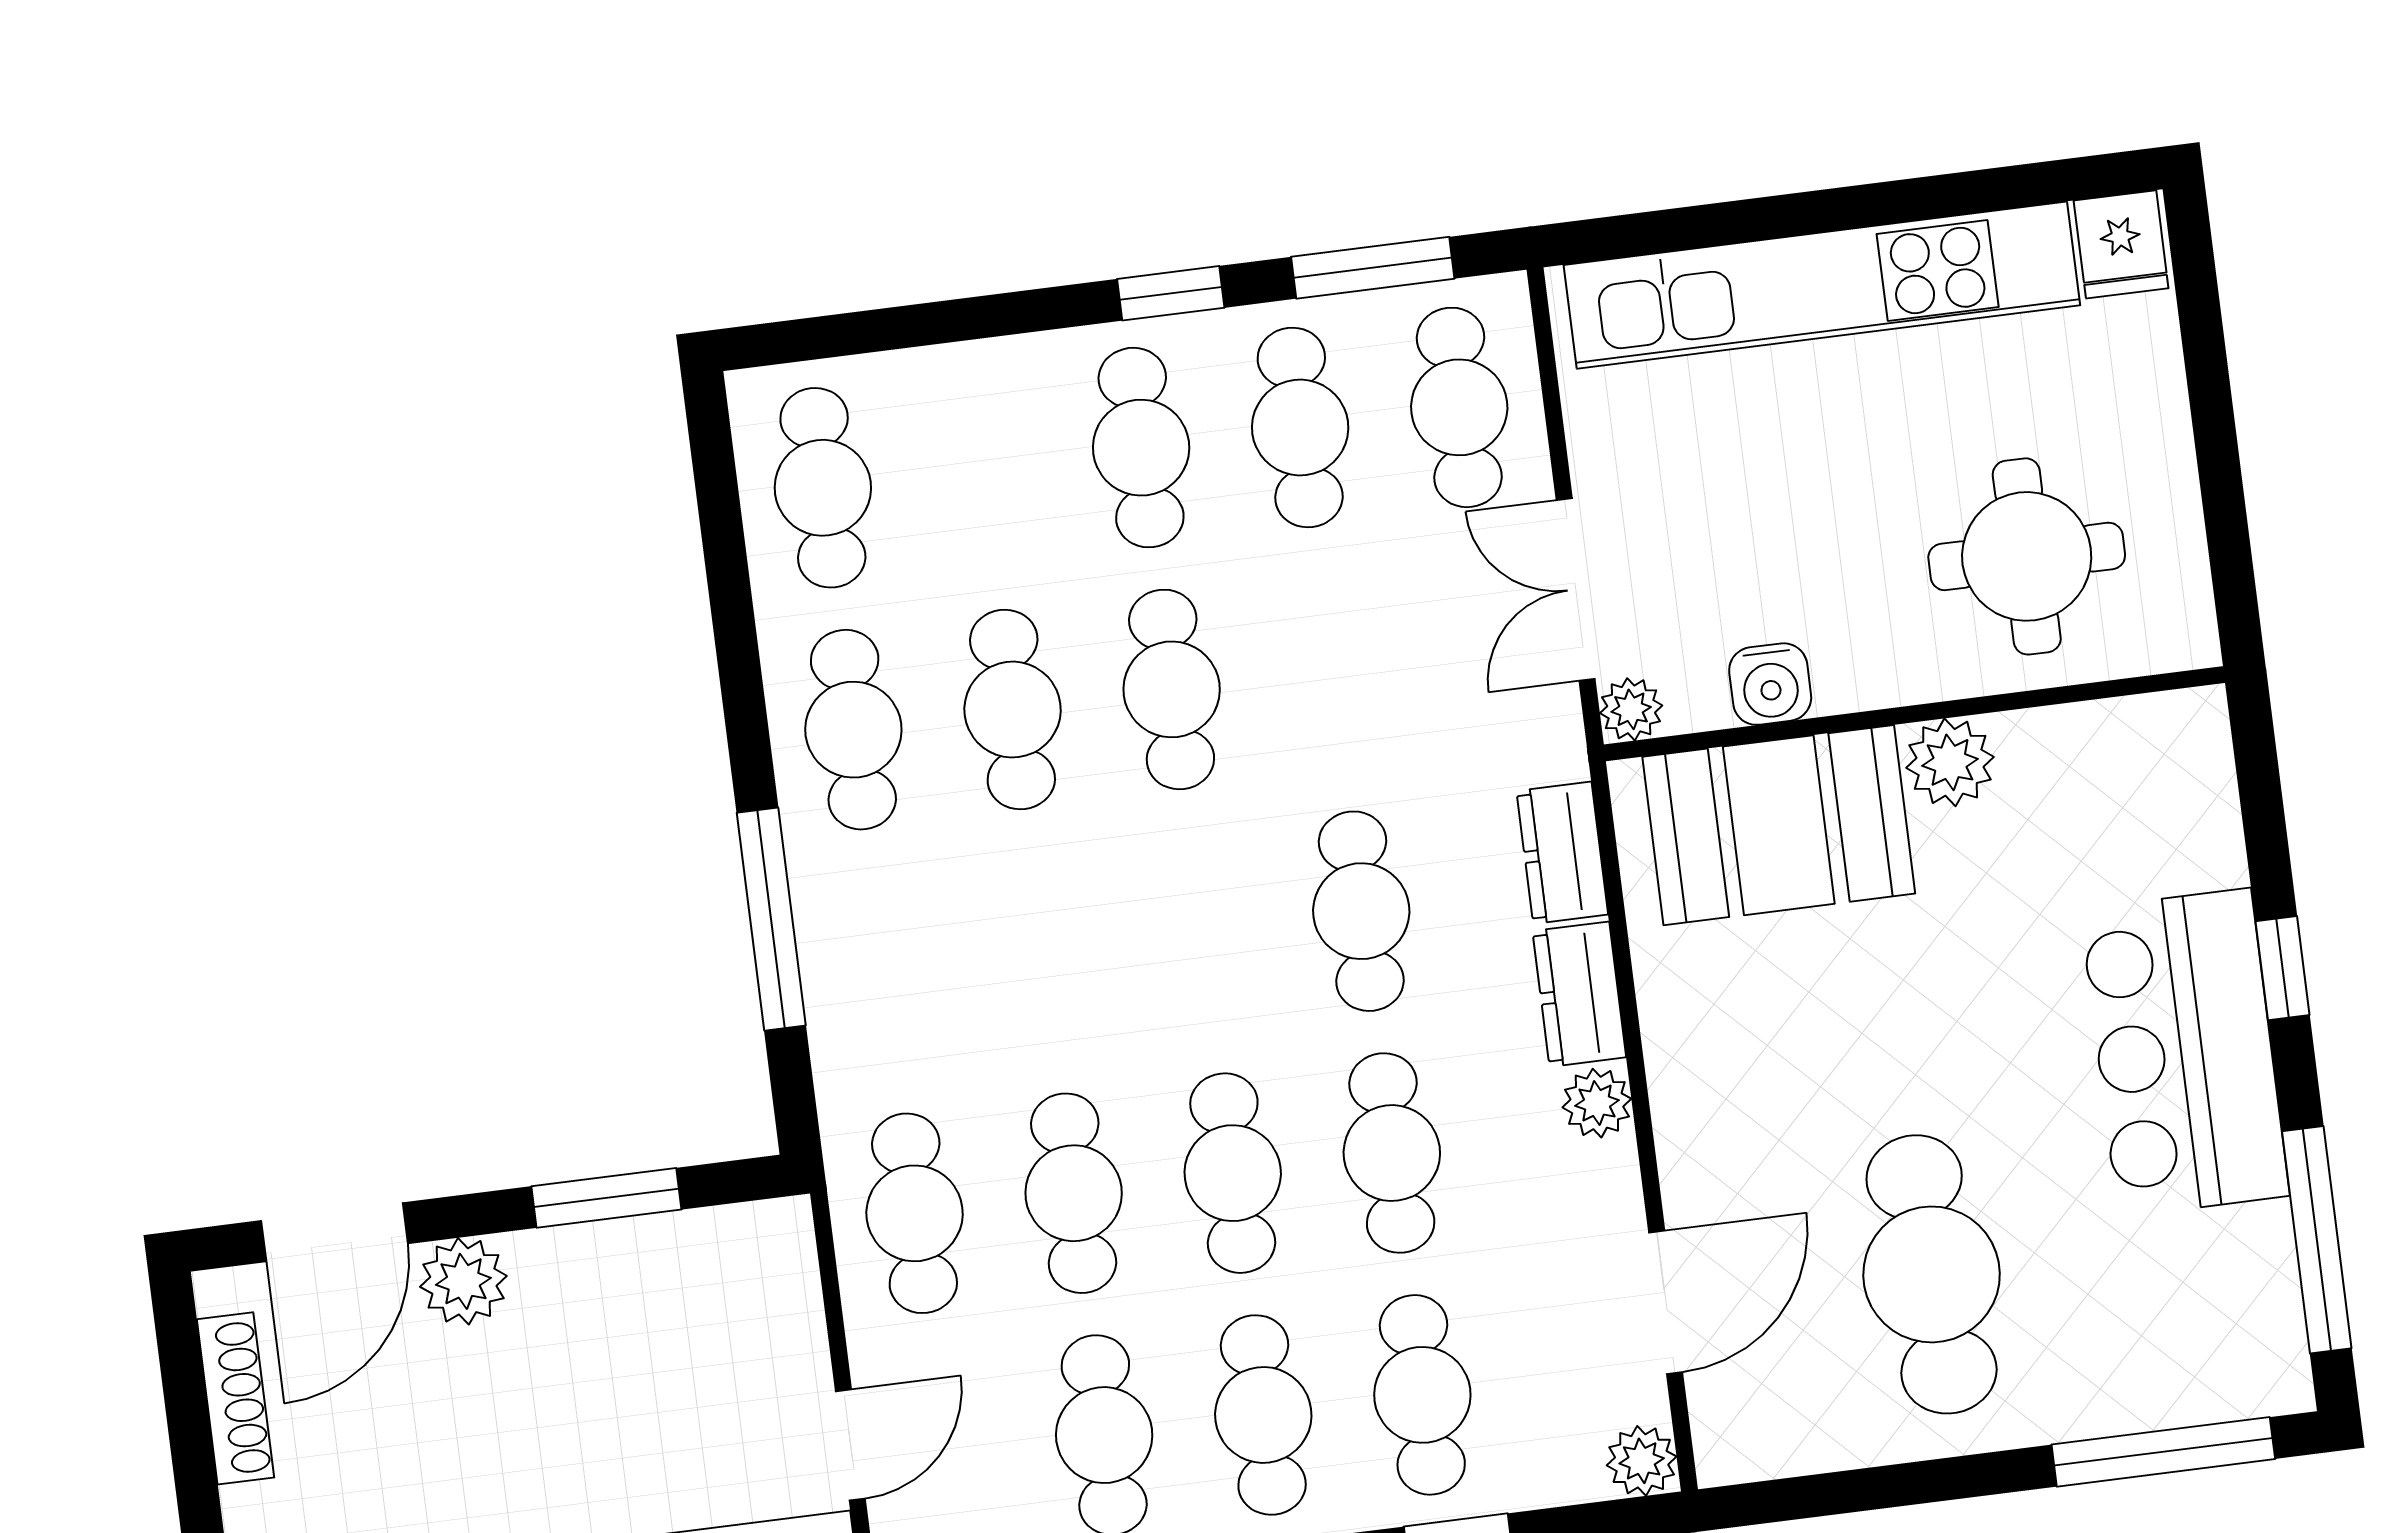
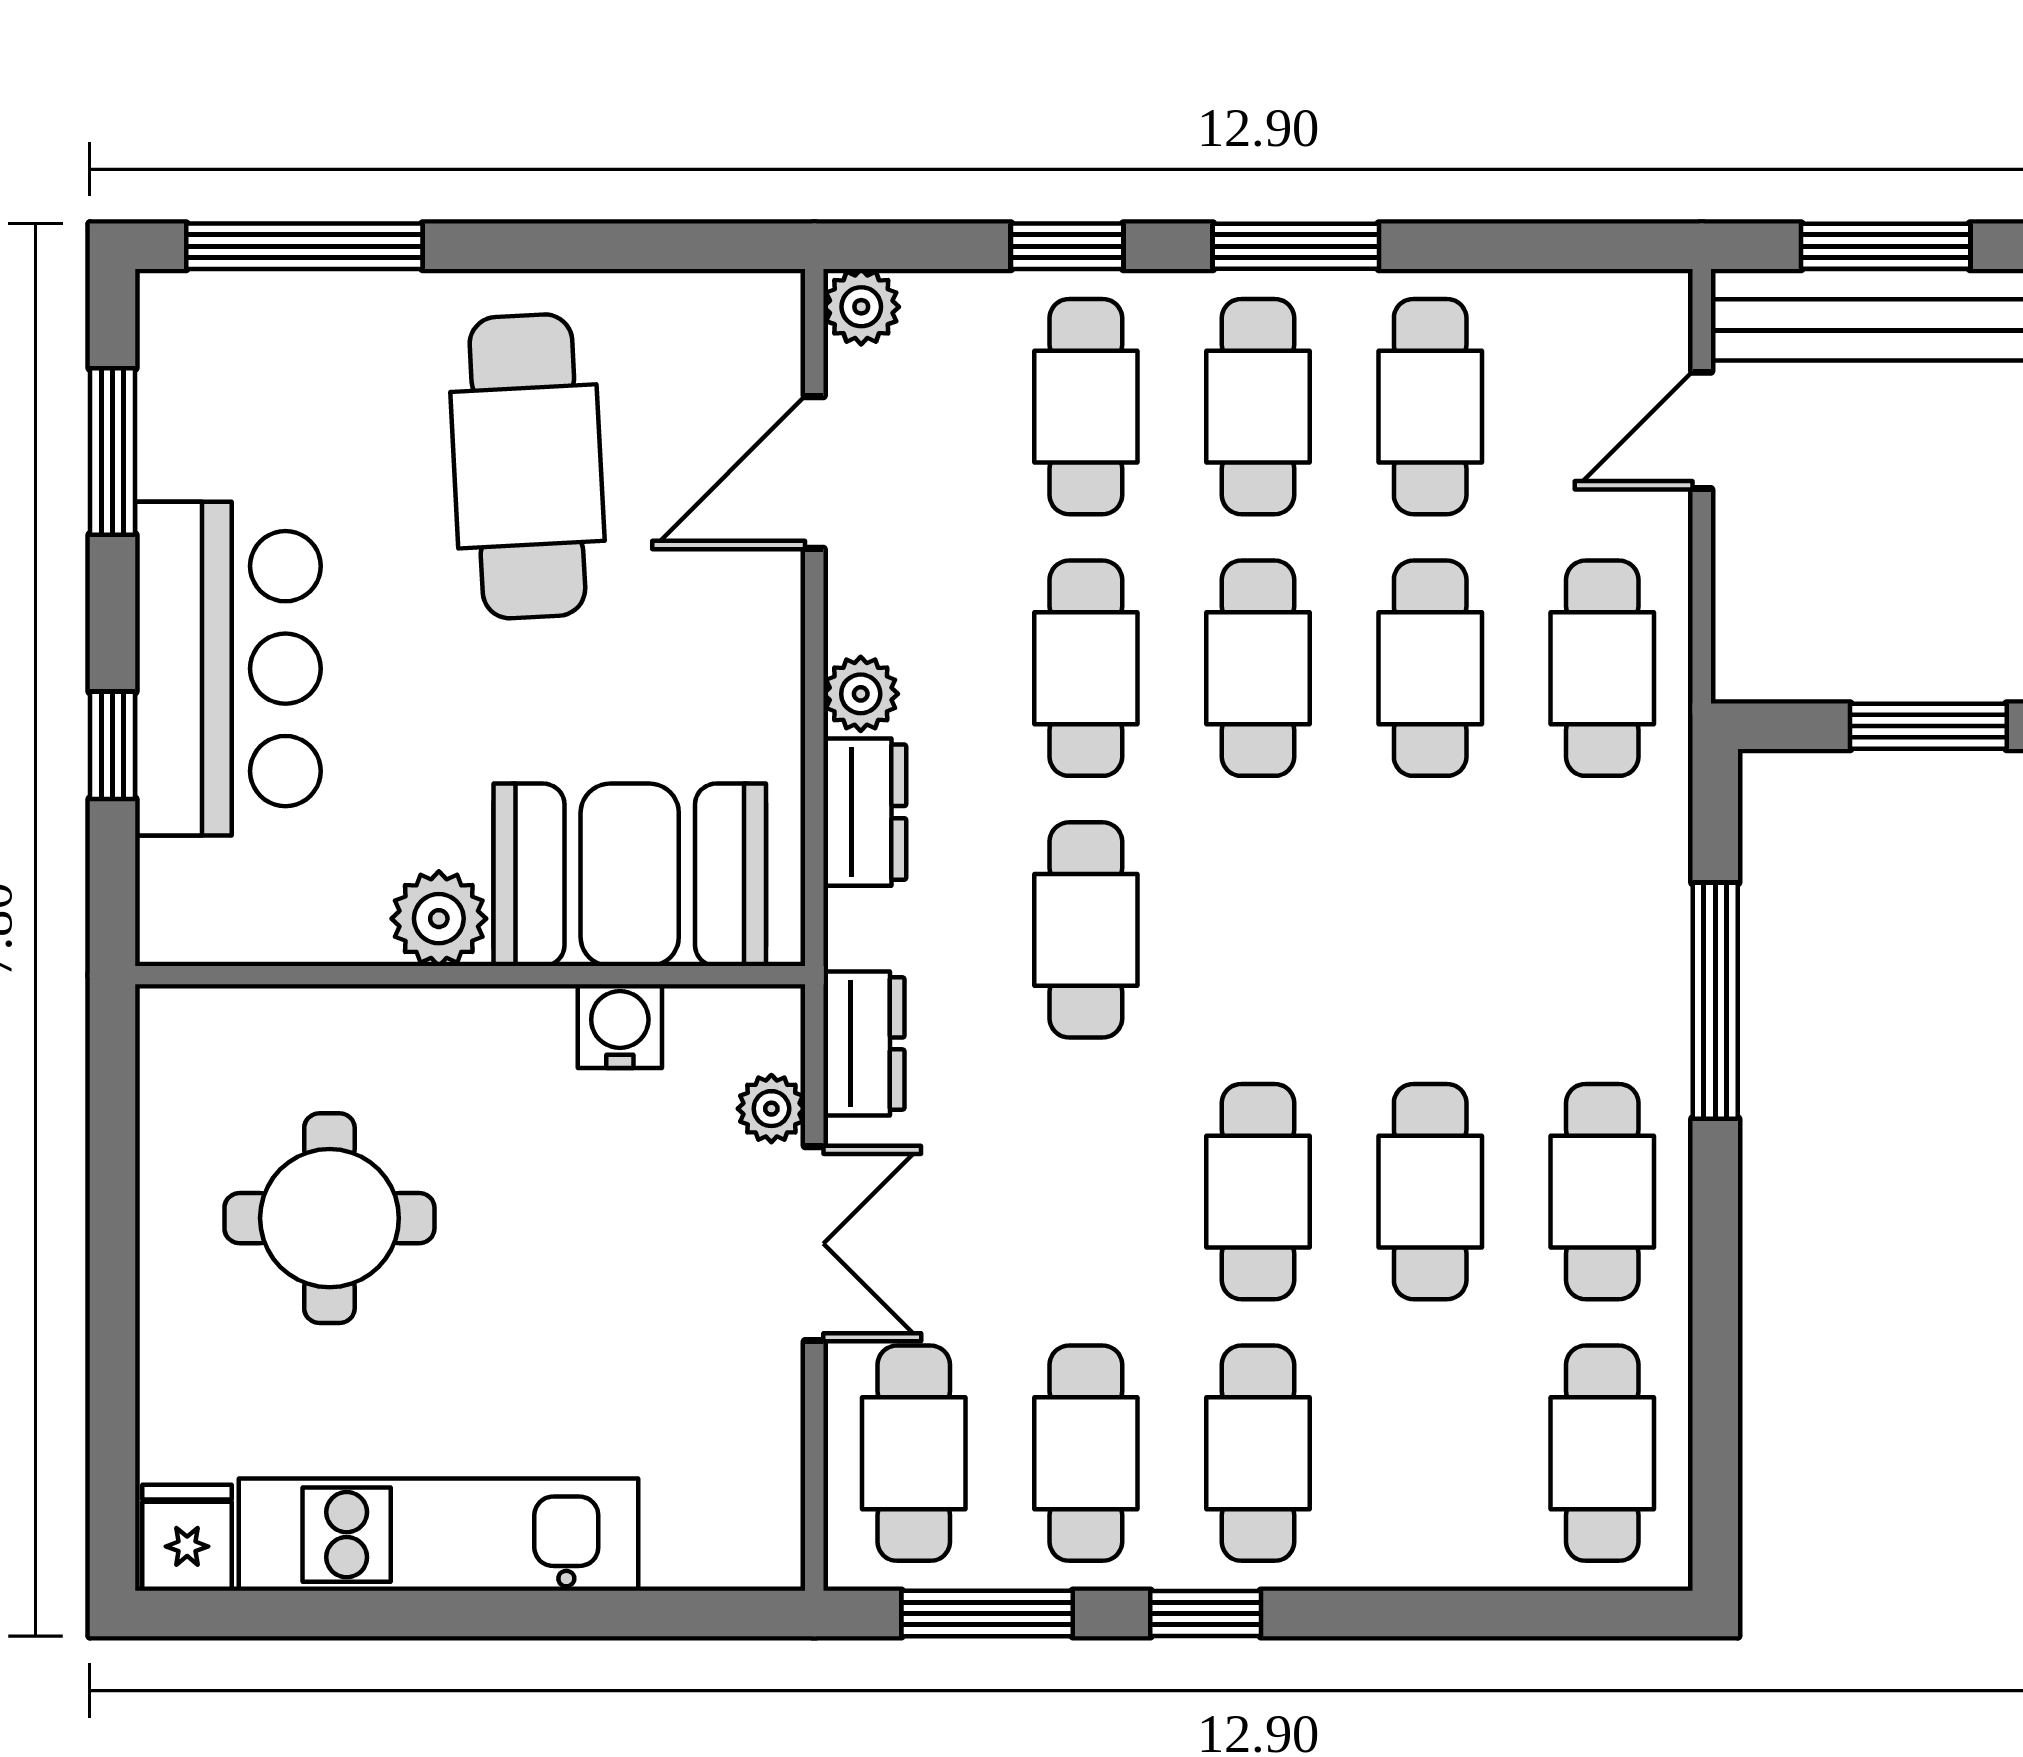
kitchen unit: (1822, 285) -> (439, 1535), width x0.73
water cooler: (1770, 684) -> (620, 1026), moved
wall: (1914, 714) -> (470, 975), moved
plant: (1950, 762) -> (439, 919), moved
booth: (1779, 825) -> (630, 875), moved
dresser: (1562, 853) -> (864, 1043), moved
window: (2317, 1240) -> (113, 452), width x0.69

